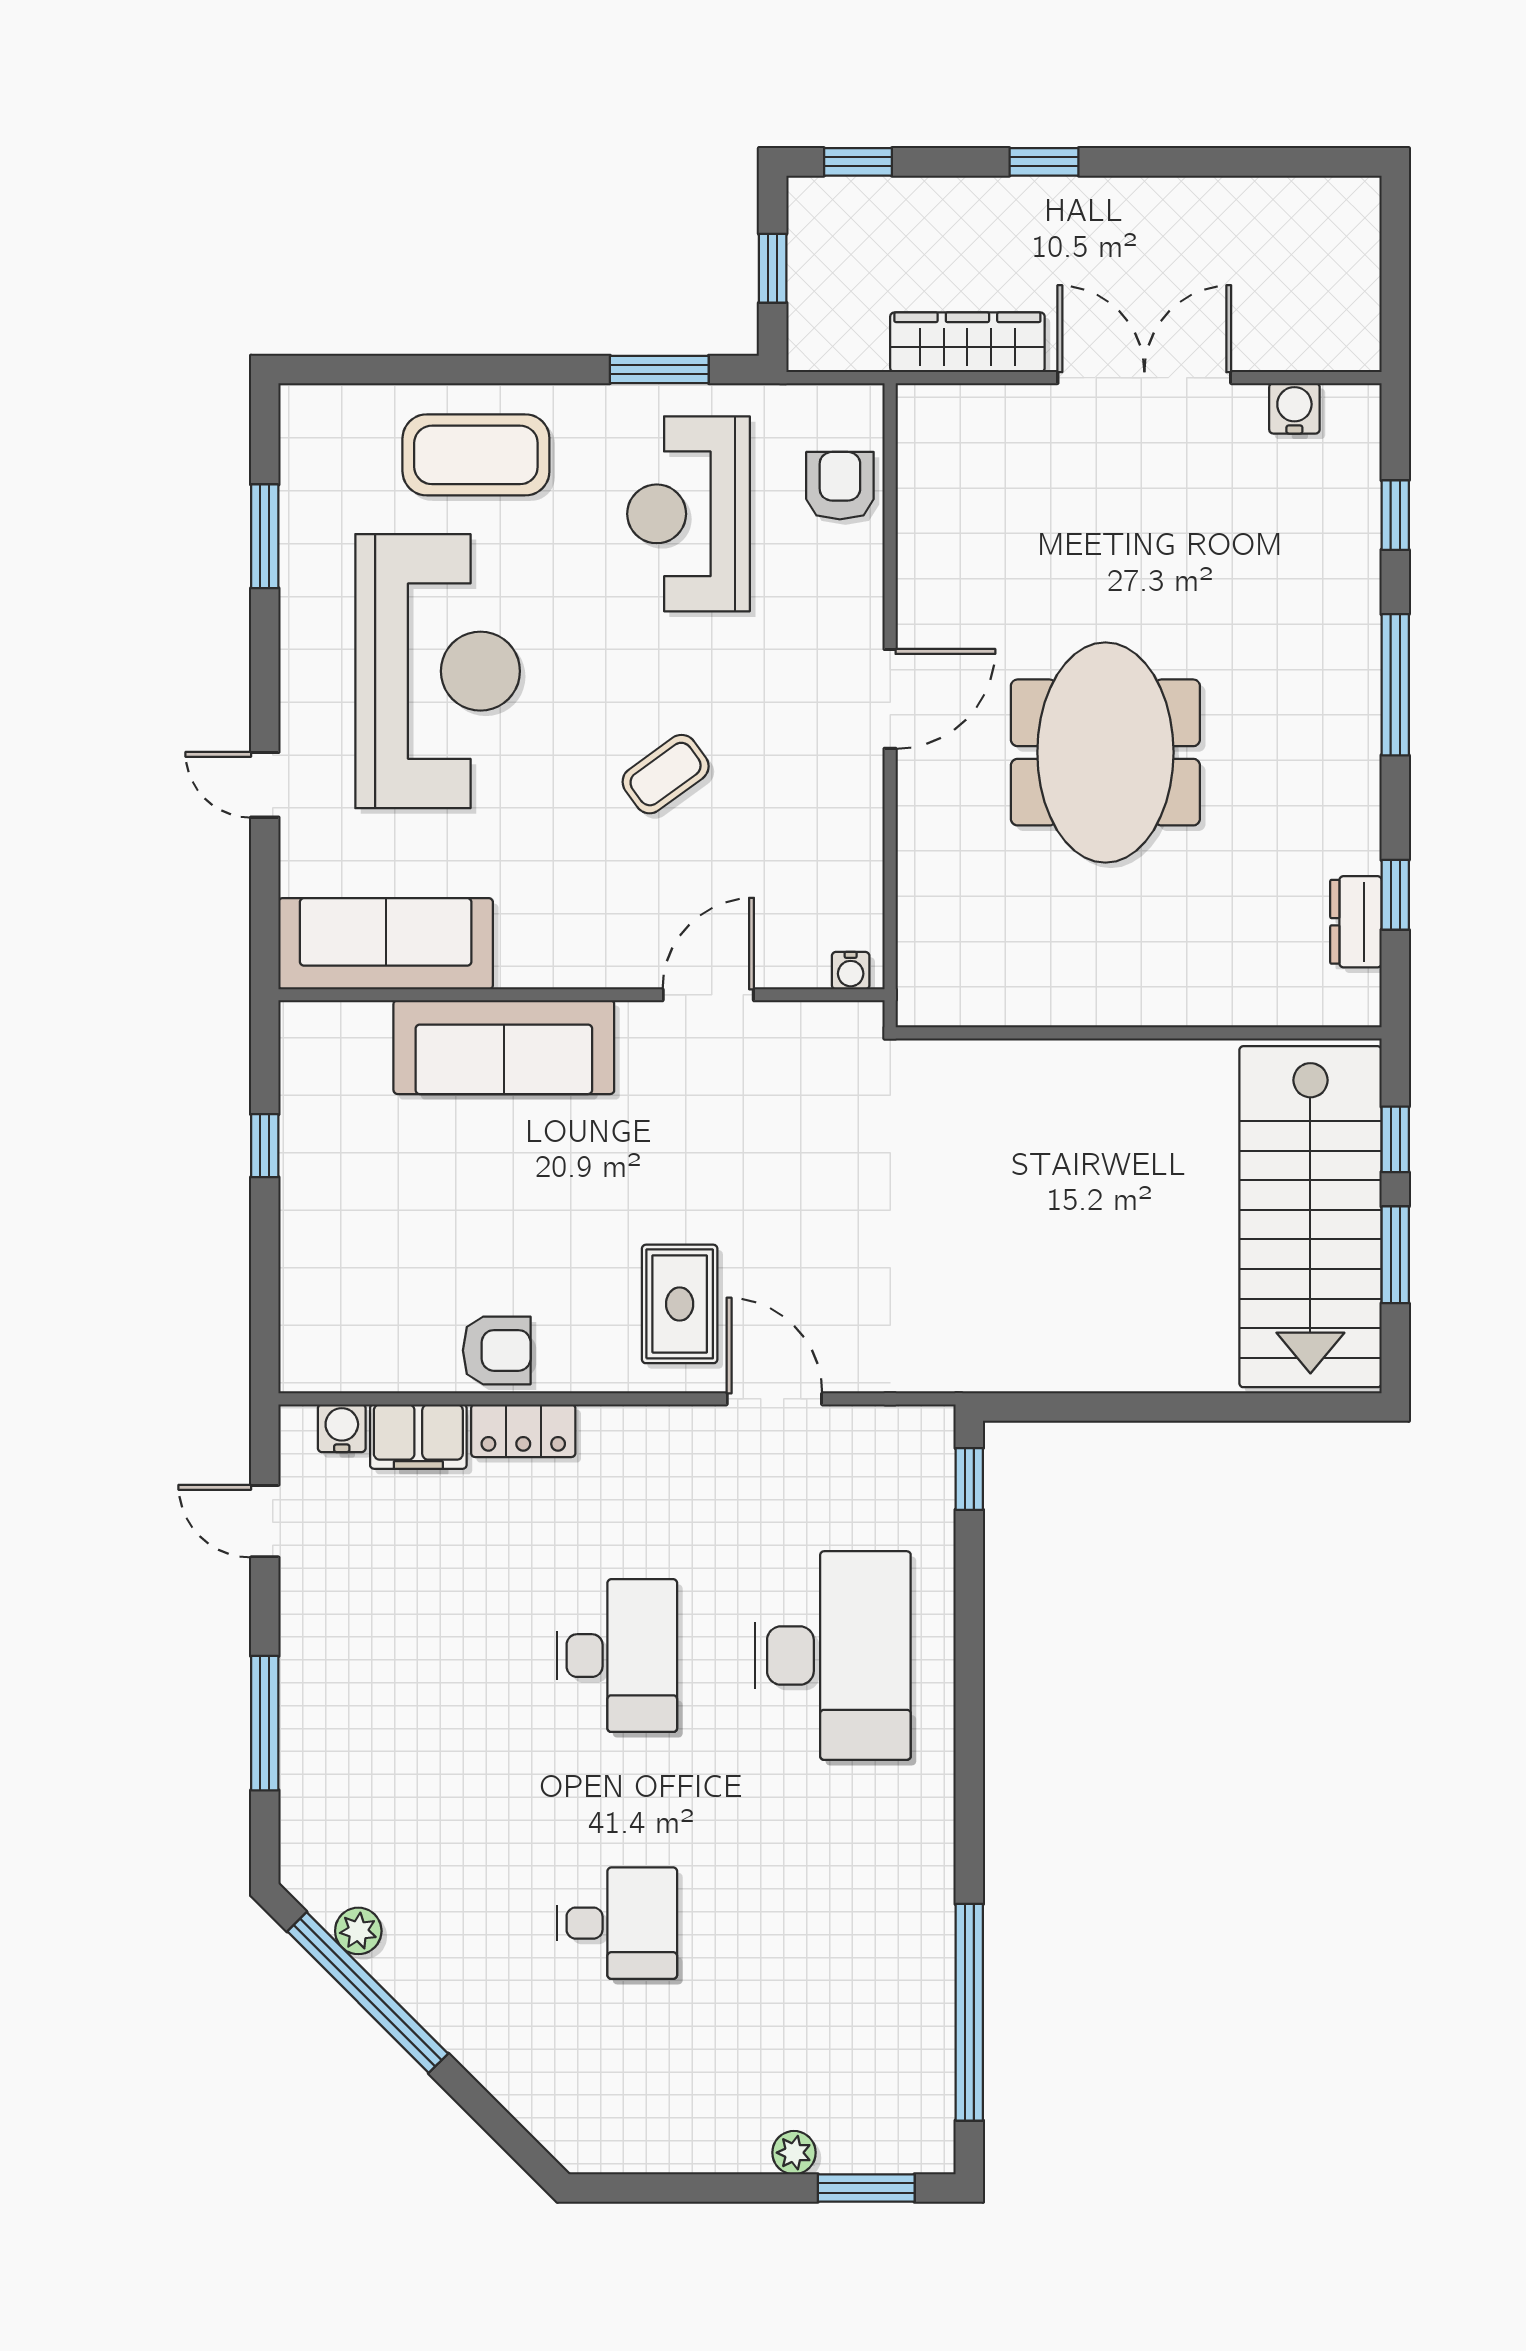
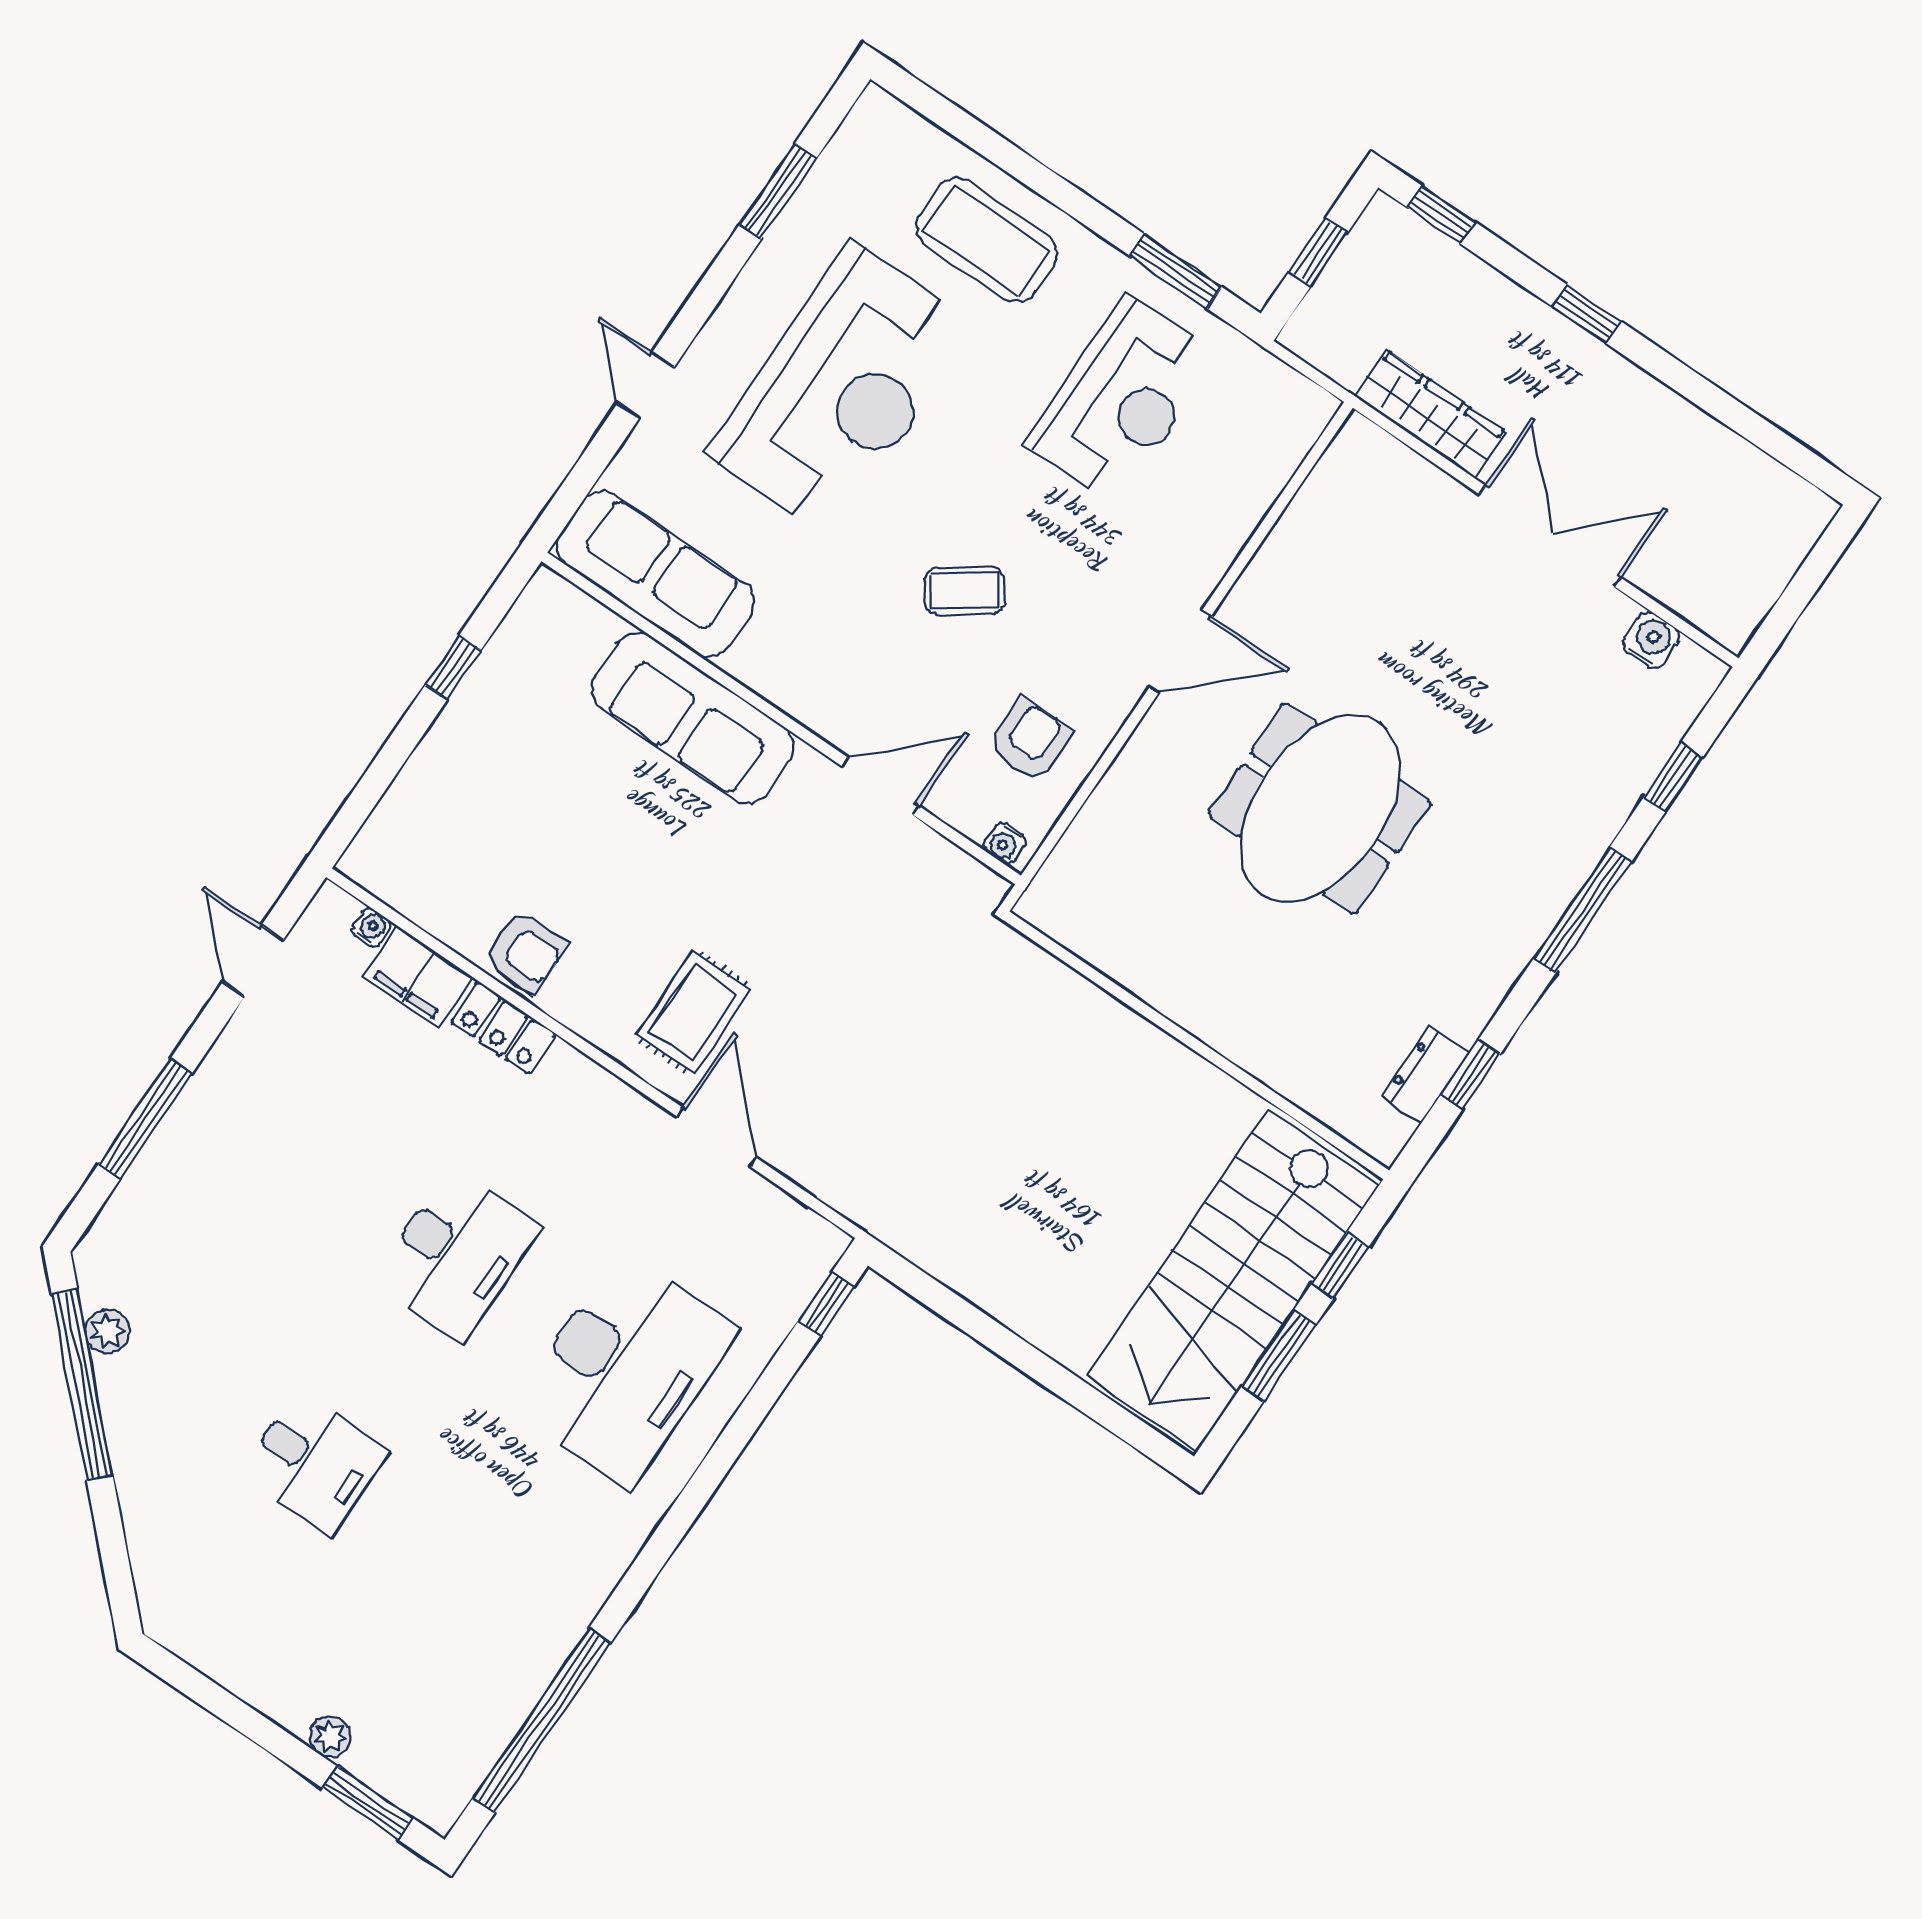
armchair: (840, 486) -> (1030, 740), moved
reception desk: (689, 514) -> (1121, 400), turned 180
water cooler: (342, 1428) -> (371, 928), width x0.72, depth x0.72

